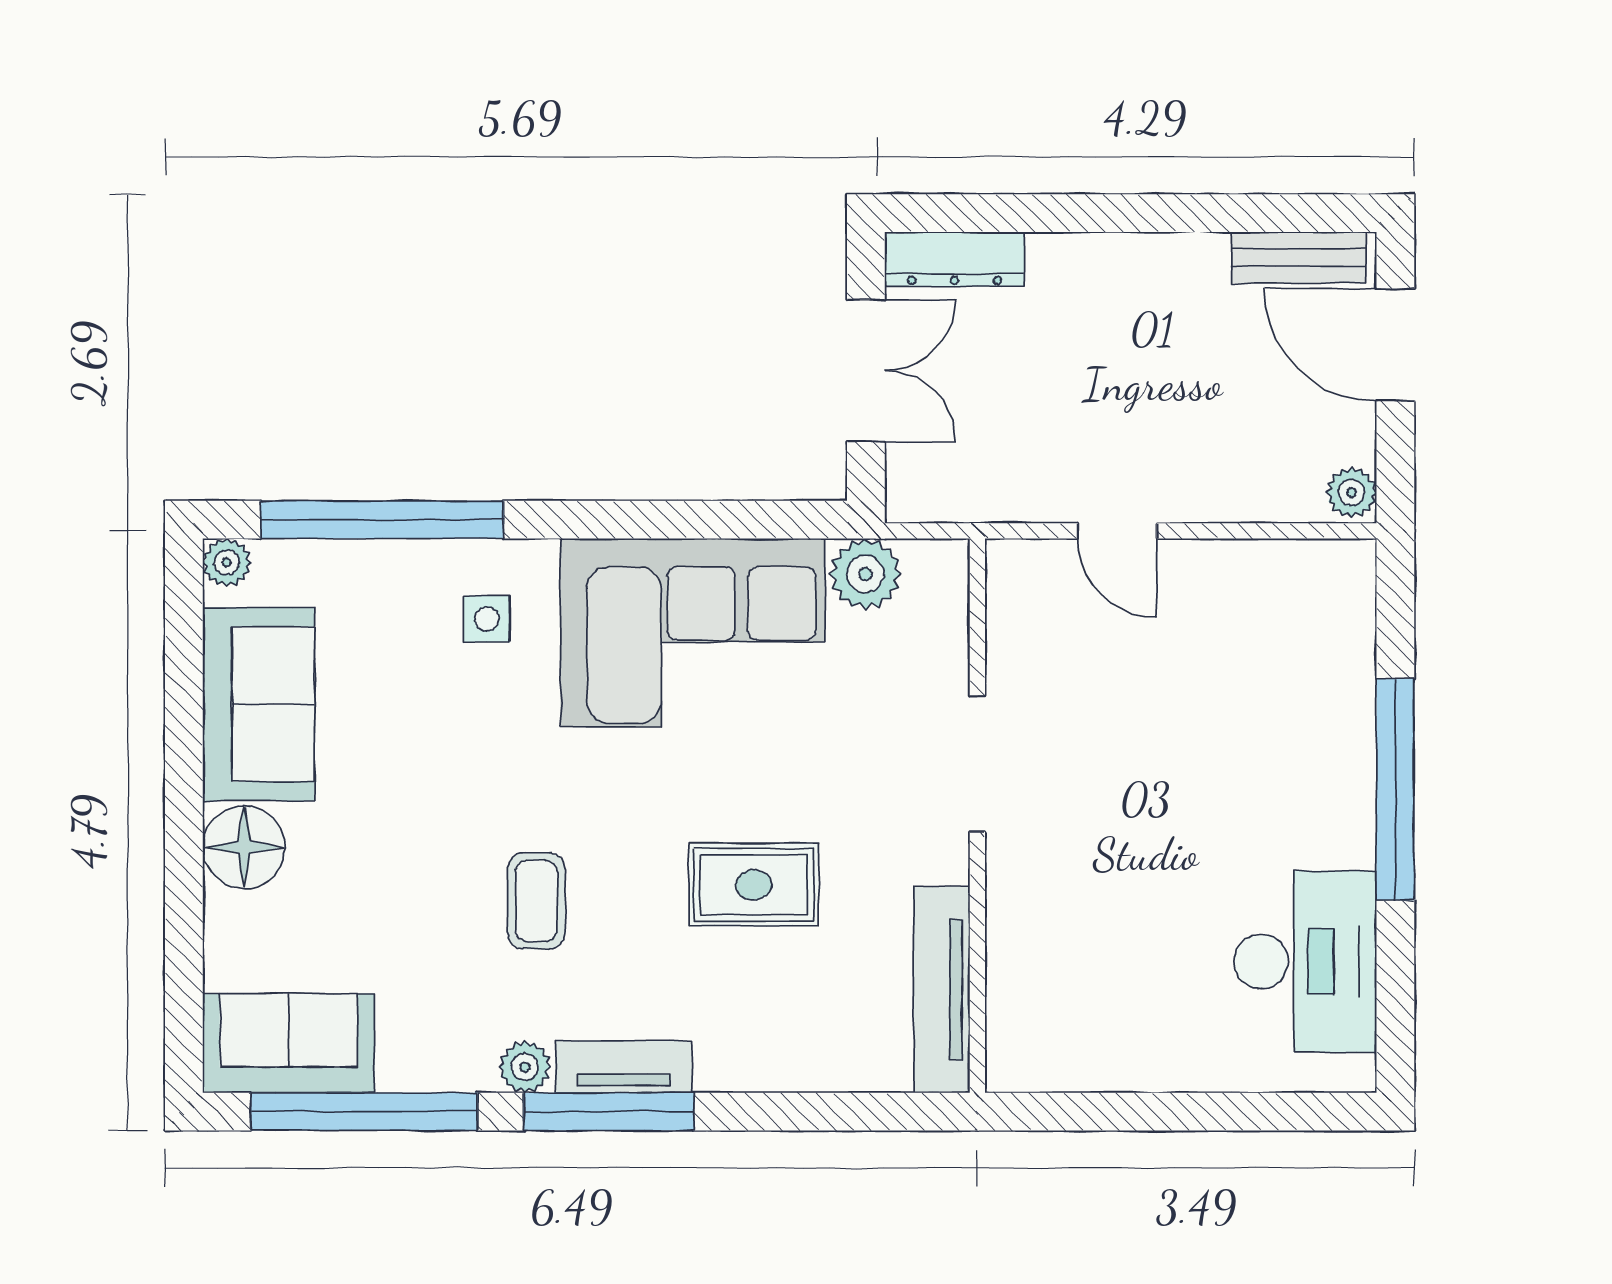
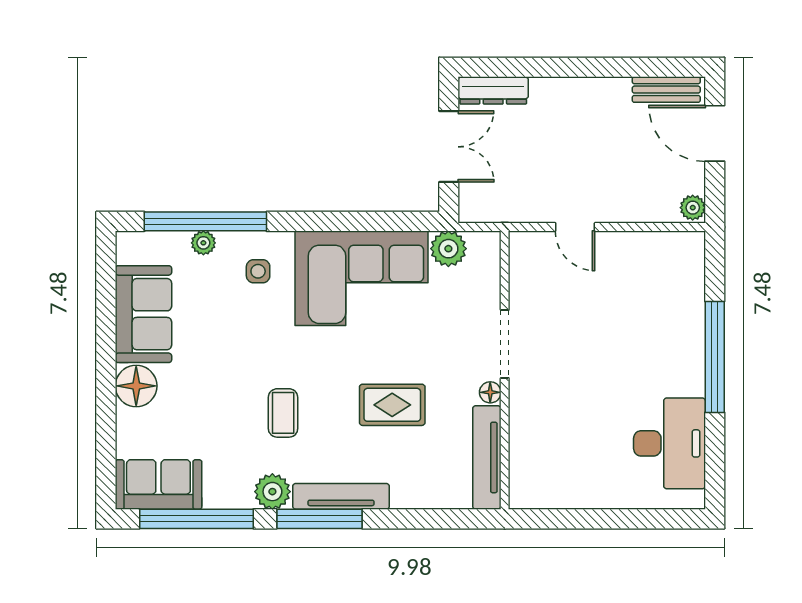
plant: (227, 562) -> (203, 243), moved
floor lamp: (949, 860) -> (490, 392), added
plant: (525, 1067) -> (272, 492), width x1.38, depth x1.38
tv unit: (624, 1067) -> (341, 496), width x1.41

